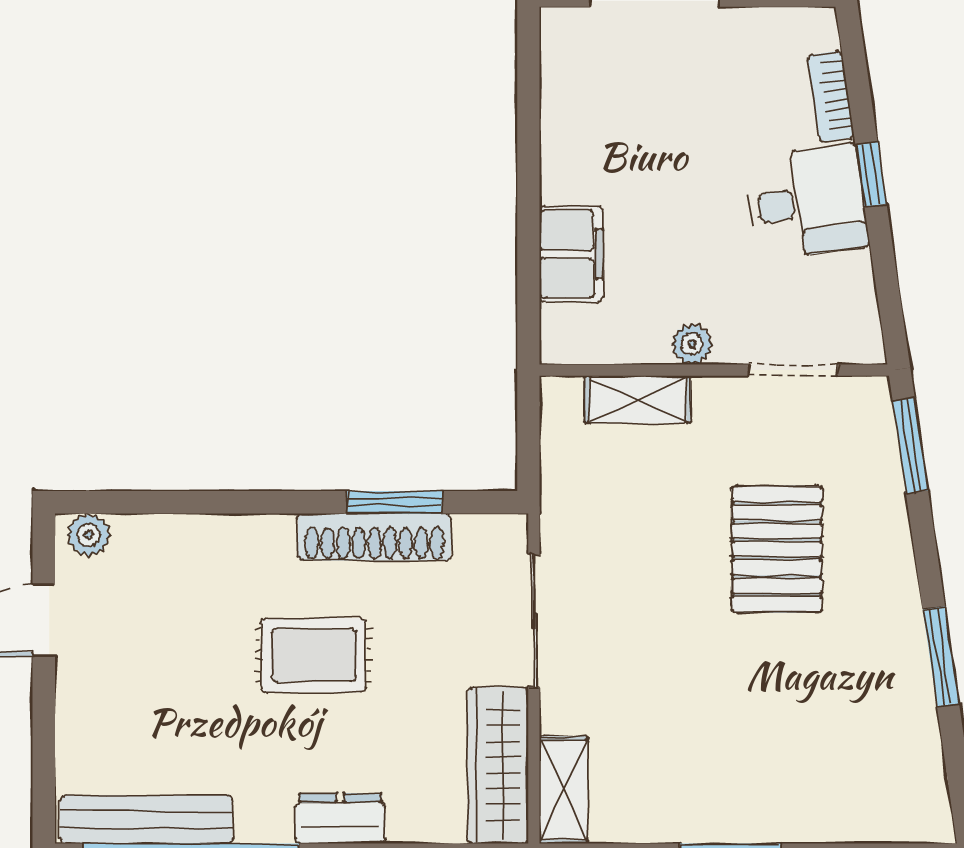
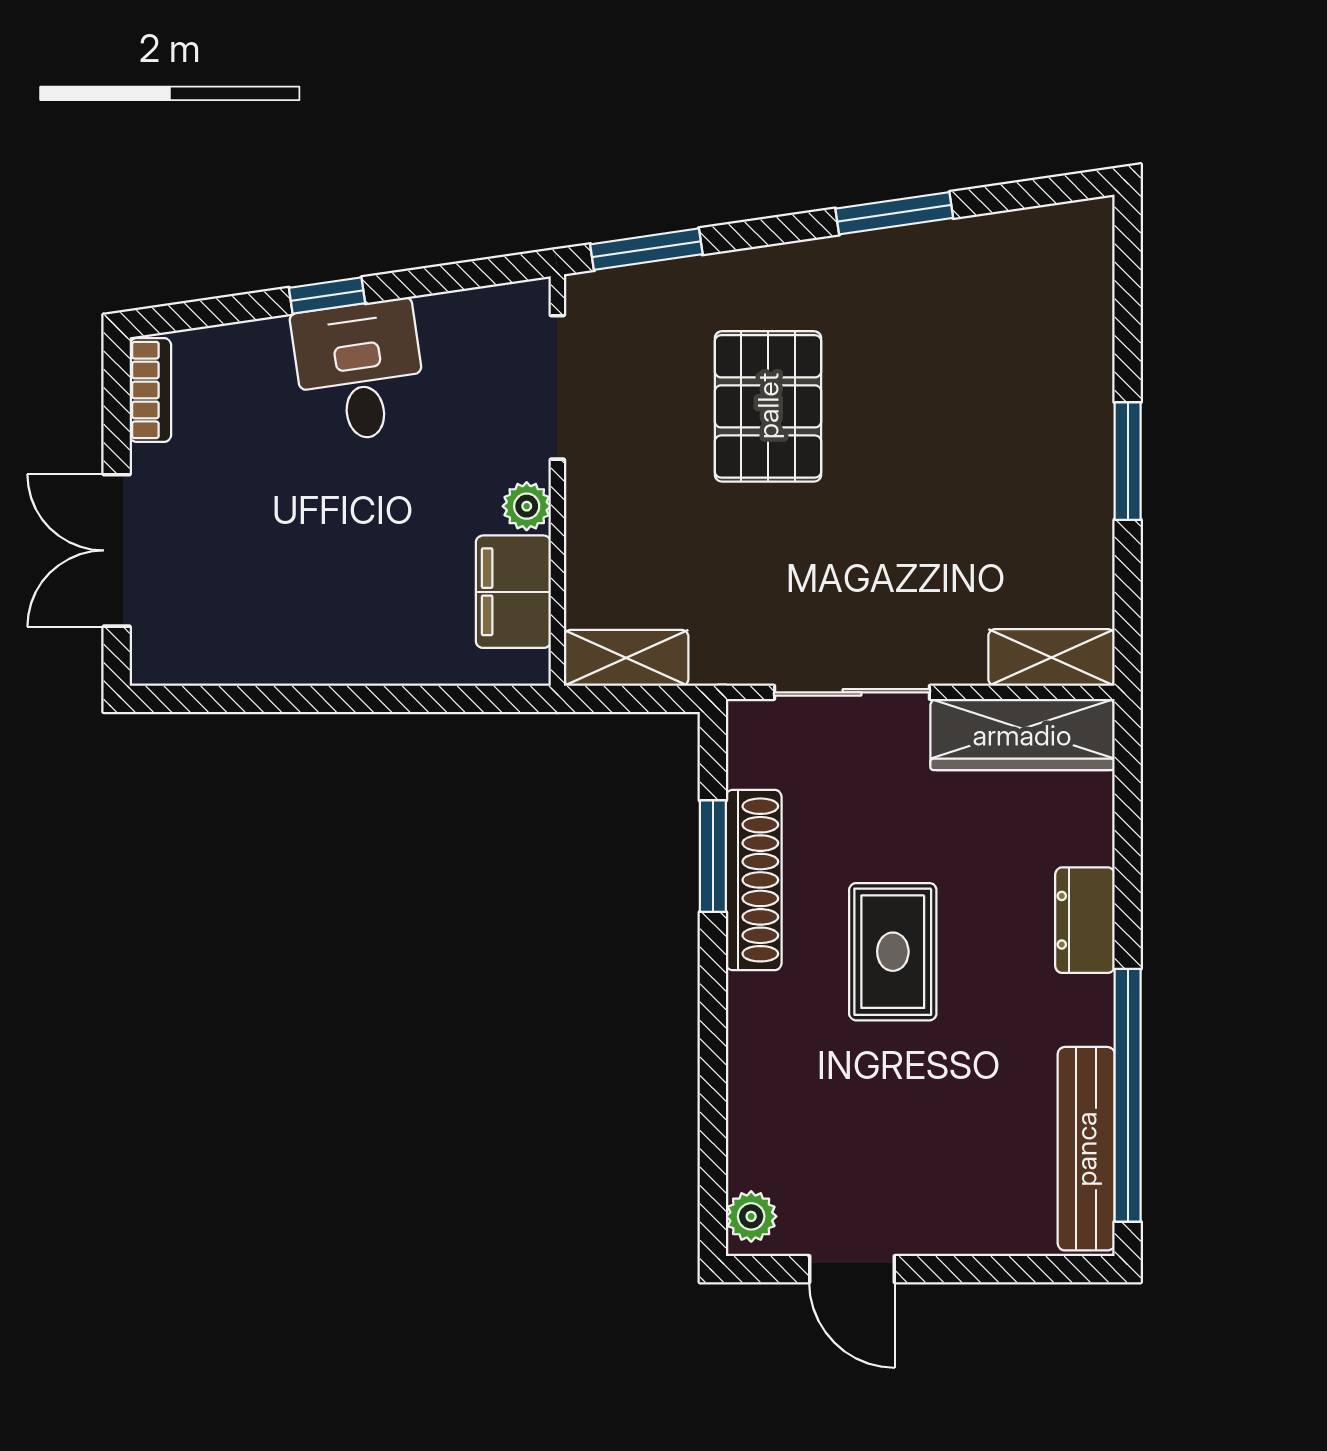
bookcase: (831, 97) -> (150, 390), moved, turned -82
filing cabinet: (571, 254) -> (513, 592), moved, turned -90
doorway: (793, 370) -> (557, 387), width x1.38
shelving: (638, 399) -> (626, 658), moved, turned 90
pallet: (777, 549) -> (768, 406), turned 90

